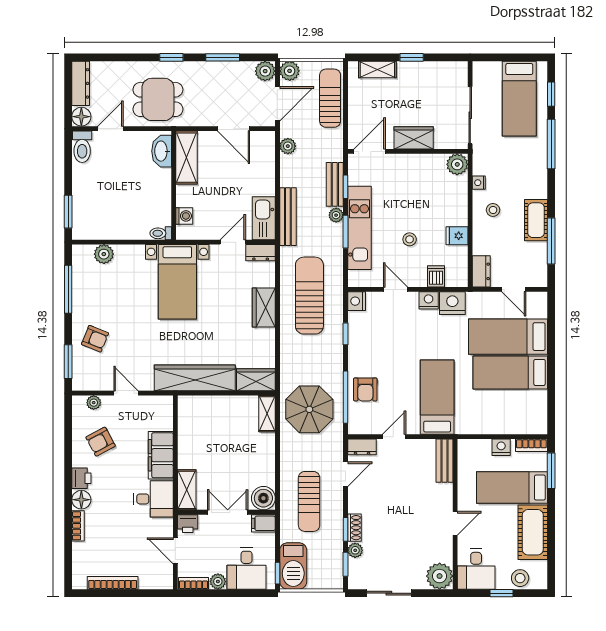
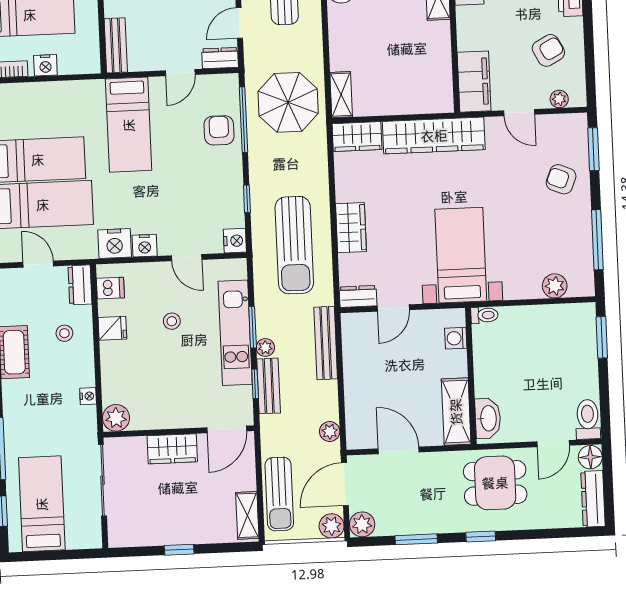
shelving: (377, 70) -> (247, 515), moved, turned 90
stool: (493, 210) -> (64, 333), moved
kitchen sink: (264, 218) -> (356, 340), removed
dishwasher: (436, 276) -> (110, 288), moved, turned -90
filing cabinet: (161, 455) -> (474, 82), moved

